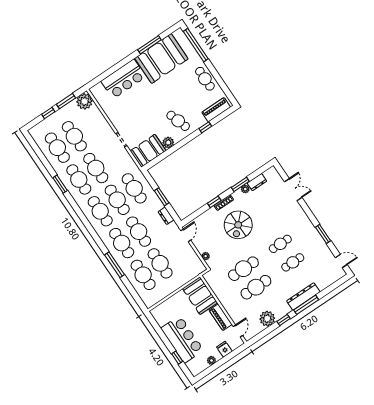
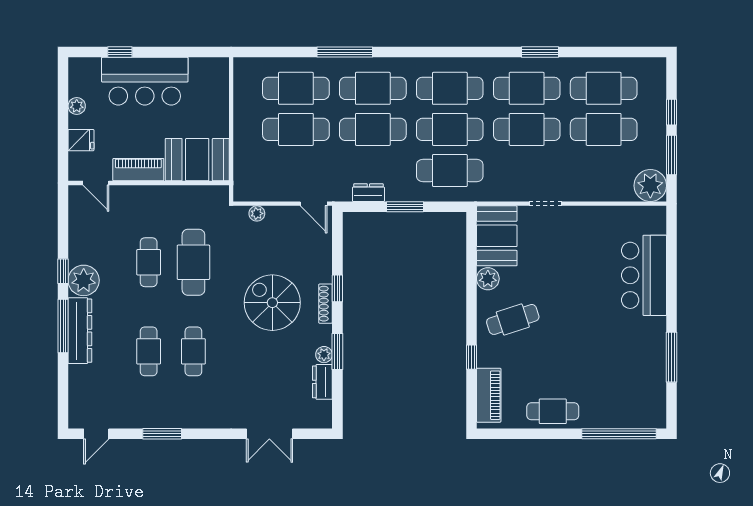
booth: (161, 59) -> (635, 362), removed
cafe table: (256, 287) -> (149, 262), width x0.73, depth x0.74
plant: (267, 319) -> (84, 280), moved

